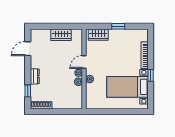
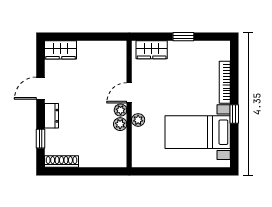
wardrobe: (61, 35) -> (60, 50), moved
door: (28, 49) -> (40, 88), moved

